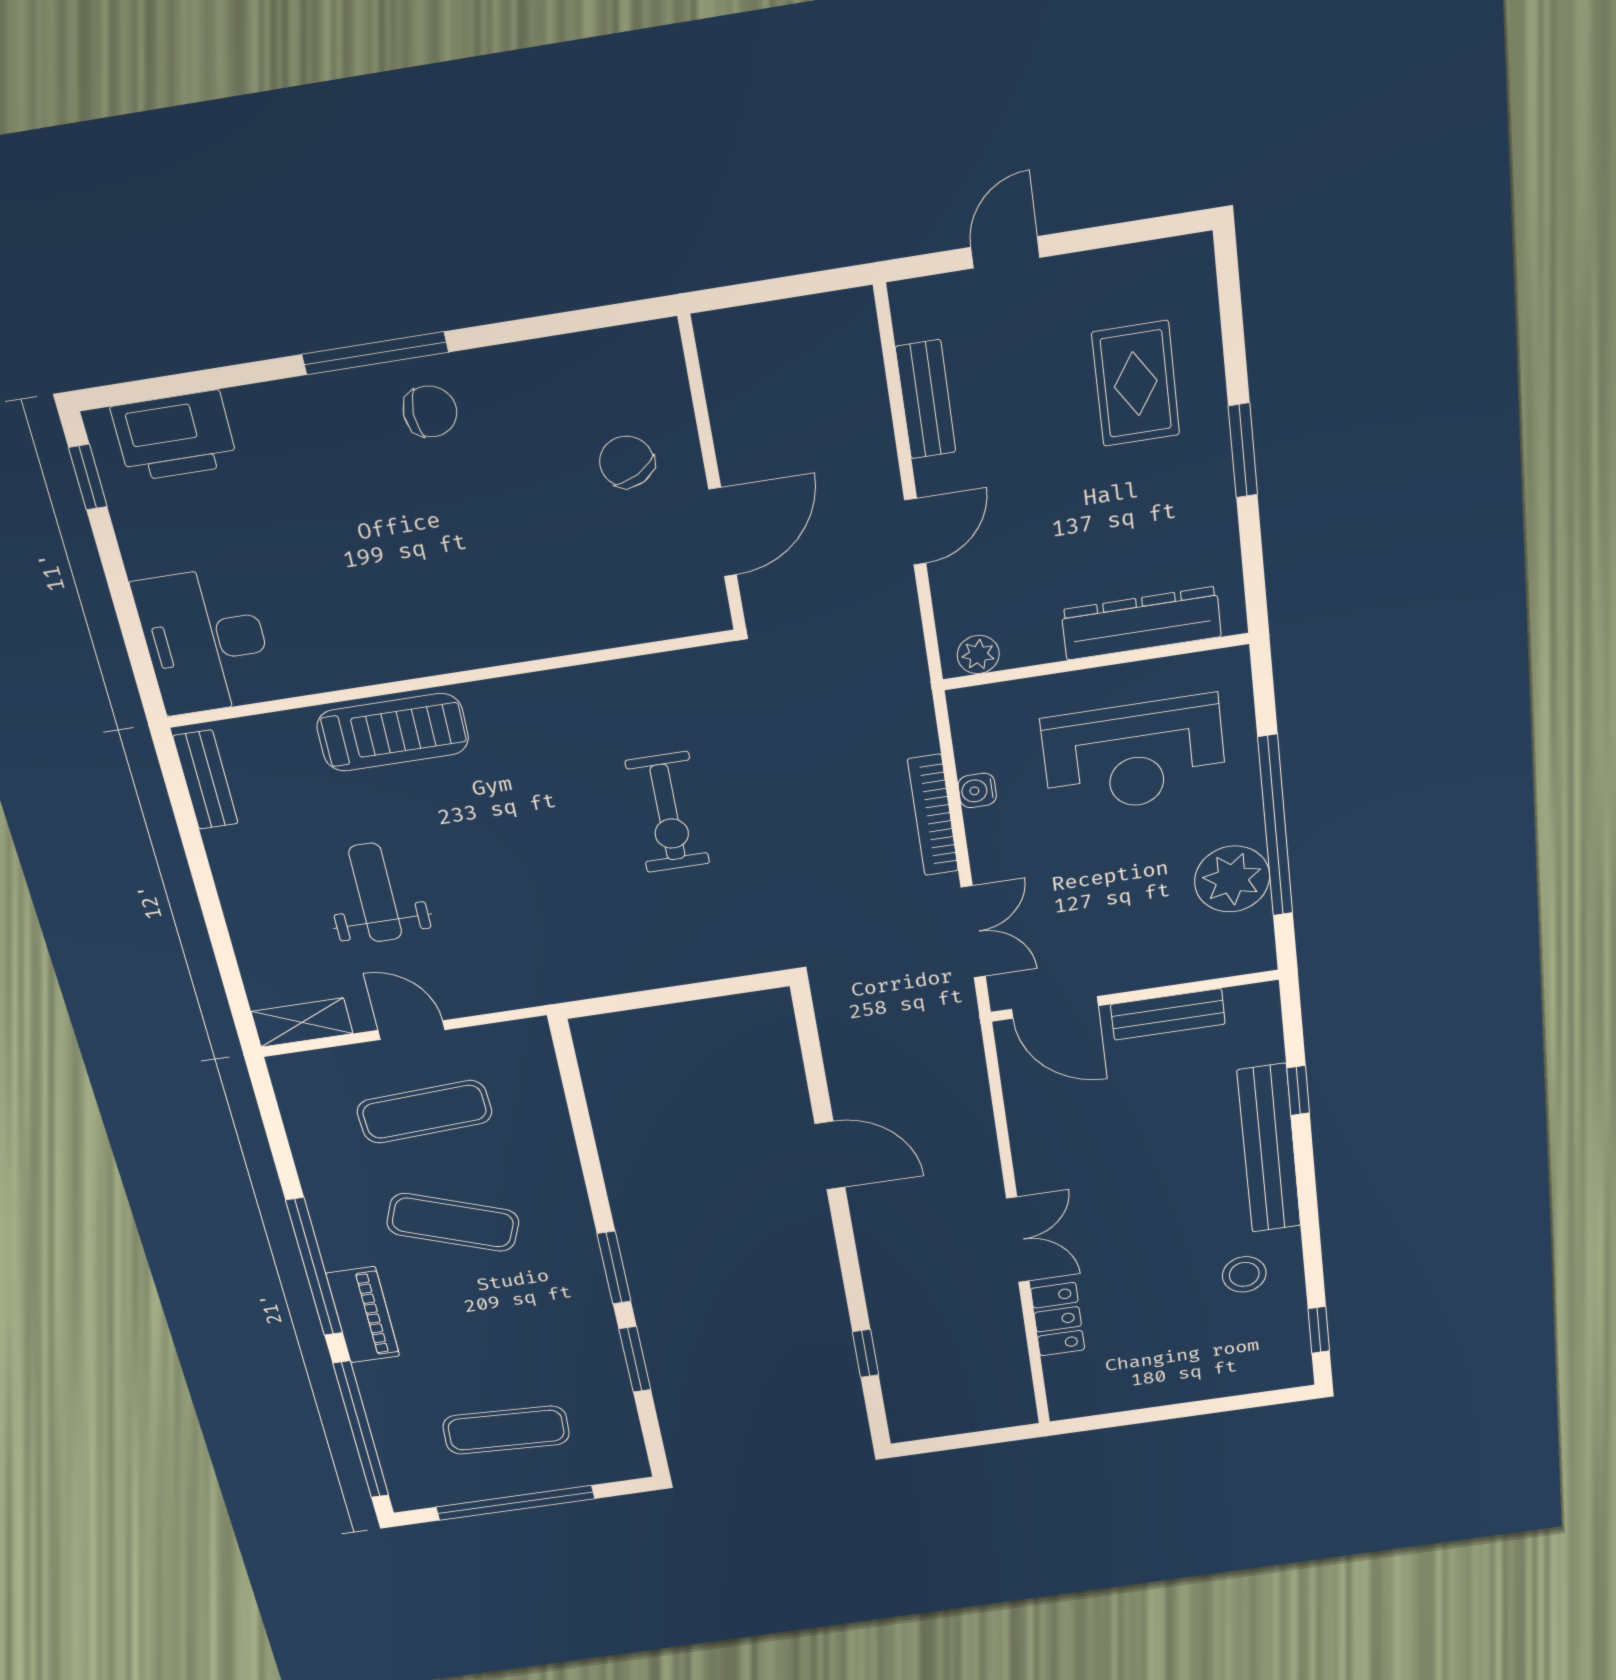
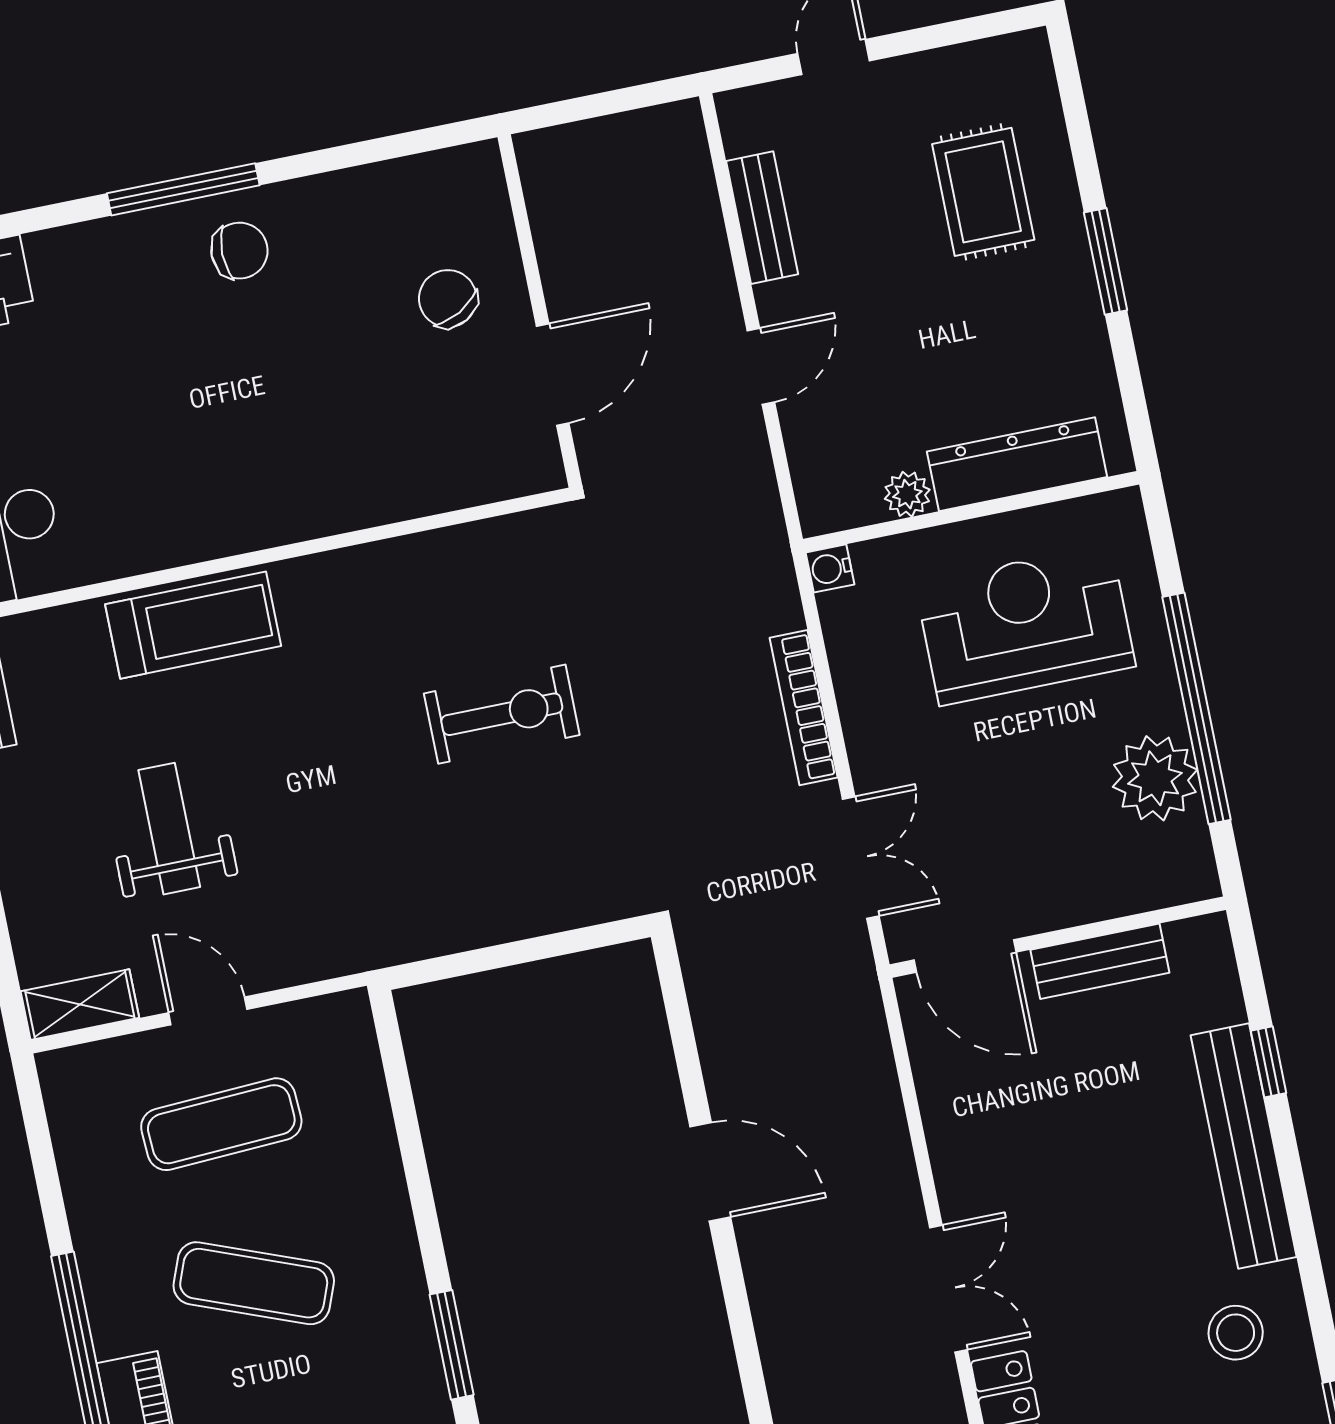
plant: (978, 655) -> (907, 494), moved
reception desk: (1134, 755) -> (1025, 625), turned 180
water cooler: (977, 790) -> (830, 568), moved
exercise bike: (668, 812) -> (502, 714), turned -90

